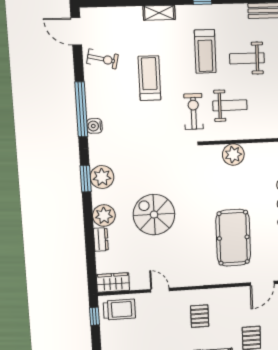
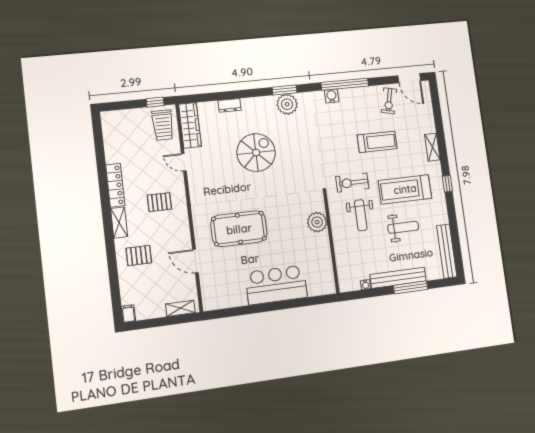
door: (76, 31) -> (409, 78), swing flipped
treadmill: (205, 51) -> (405, 189), width x1.37, depth x1.38
weight bench: (247, 58) -> (403, 227), turned 90
exercise bike: (193, 111) -> (352, 183), turned 180
plant: (104, 216) -> (252, 107), removed
wardrobe: (113, 282) -> (190, 125), width x1.50
door: (160, 290) -> (184, 162), swing flipped

